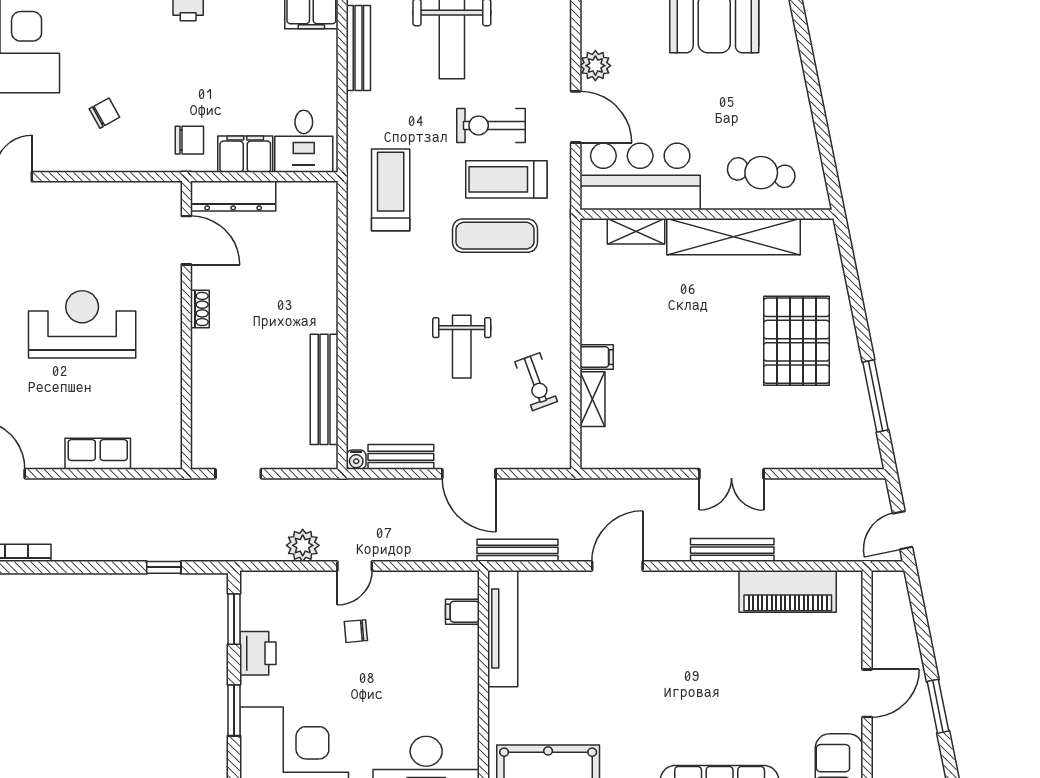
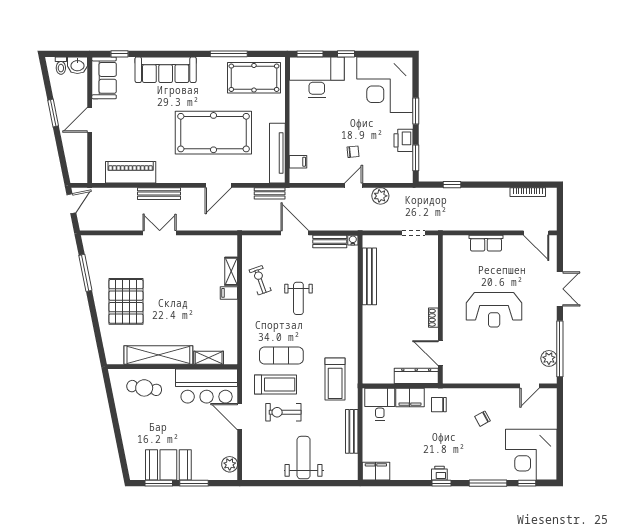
bench: (358, 48) -> (352, 431), moved
plant: (595, 66) -> (230, 464), moved
exercise bike: (491, 125) -> (283, 412), turned 180
weight bench: (462, 347) -> (298, 298), turned 180
bench: (518, 550) -> (270, 193), width x0.73
pool table: (627, 668) -> (213, 133), added

